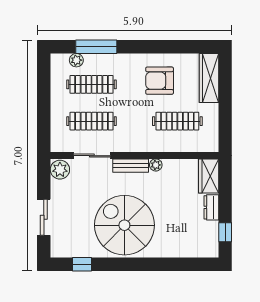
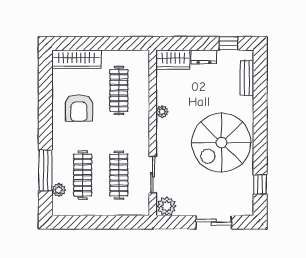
bench: (131, 166) -> (247, 78), moved

